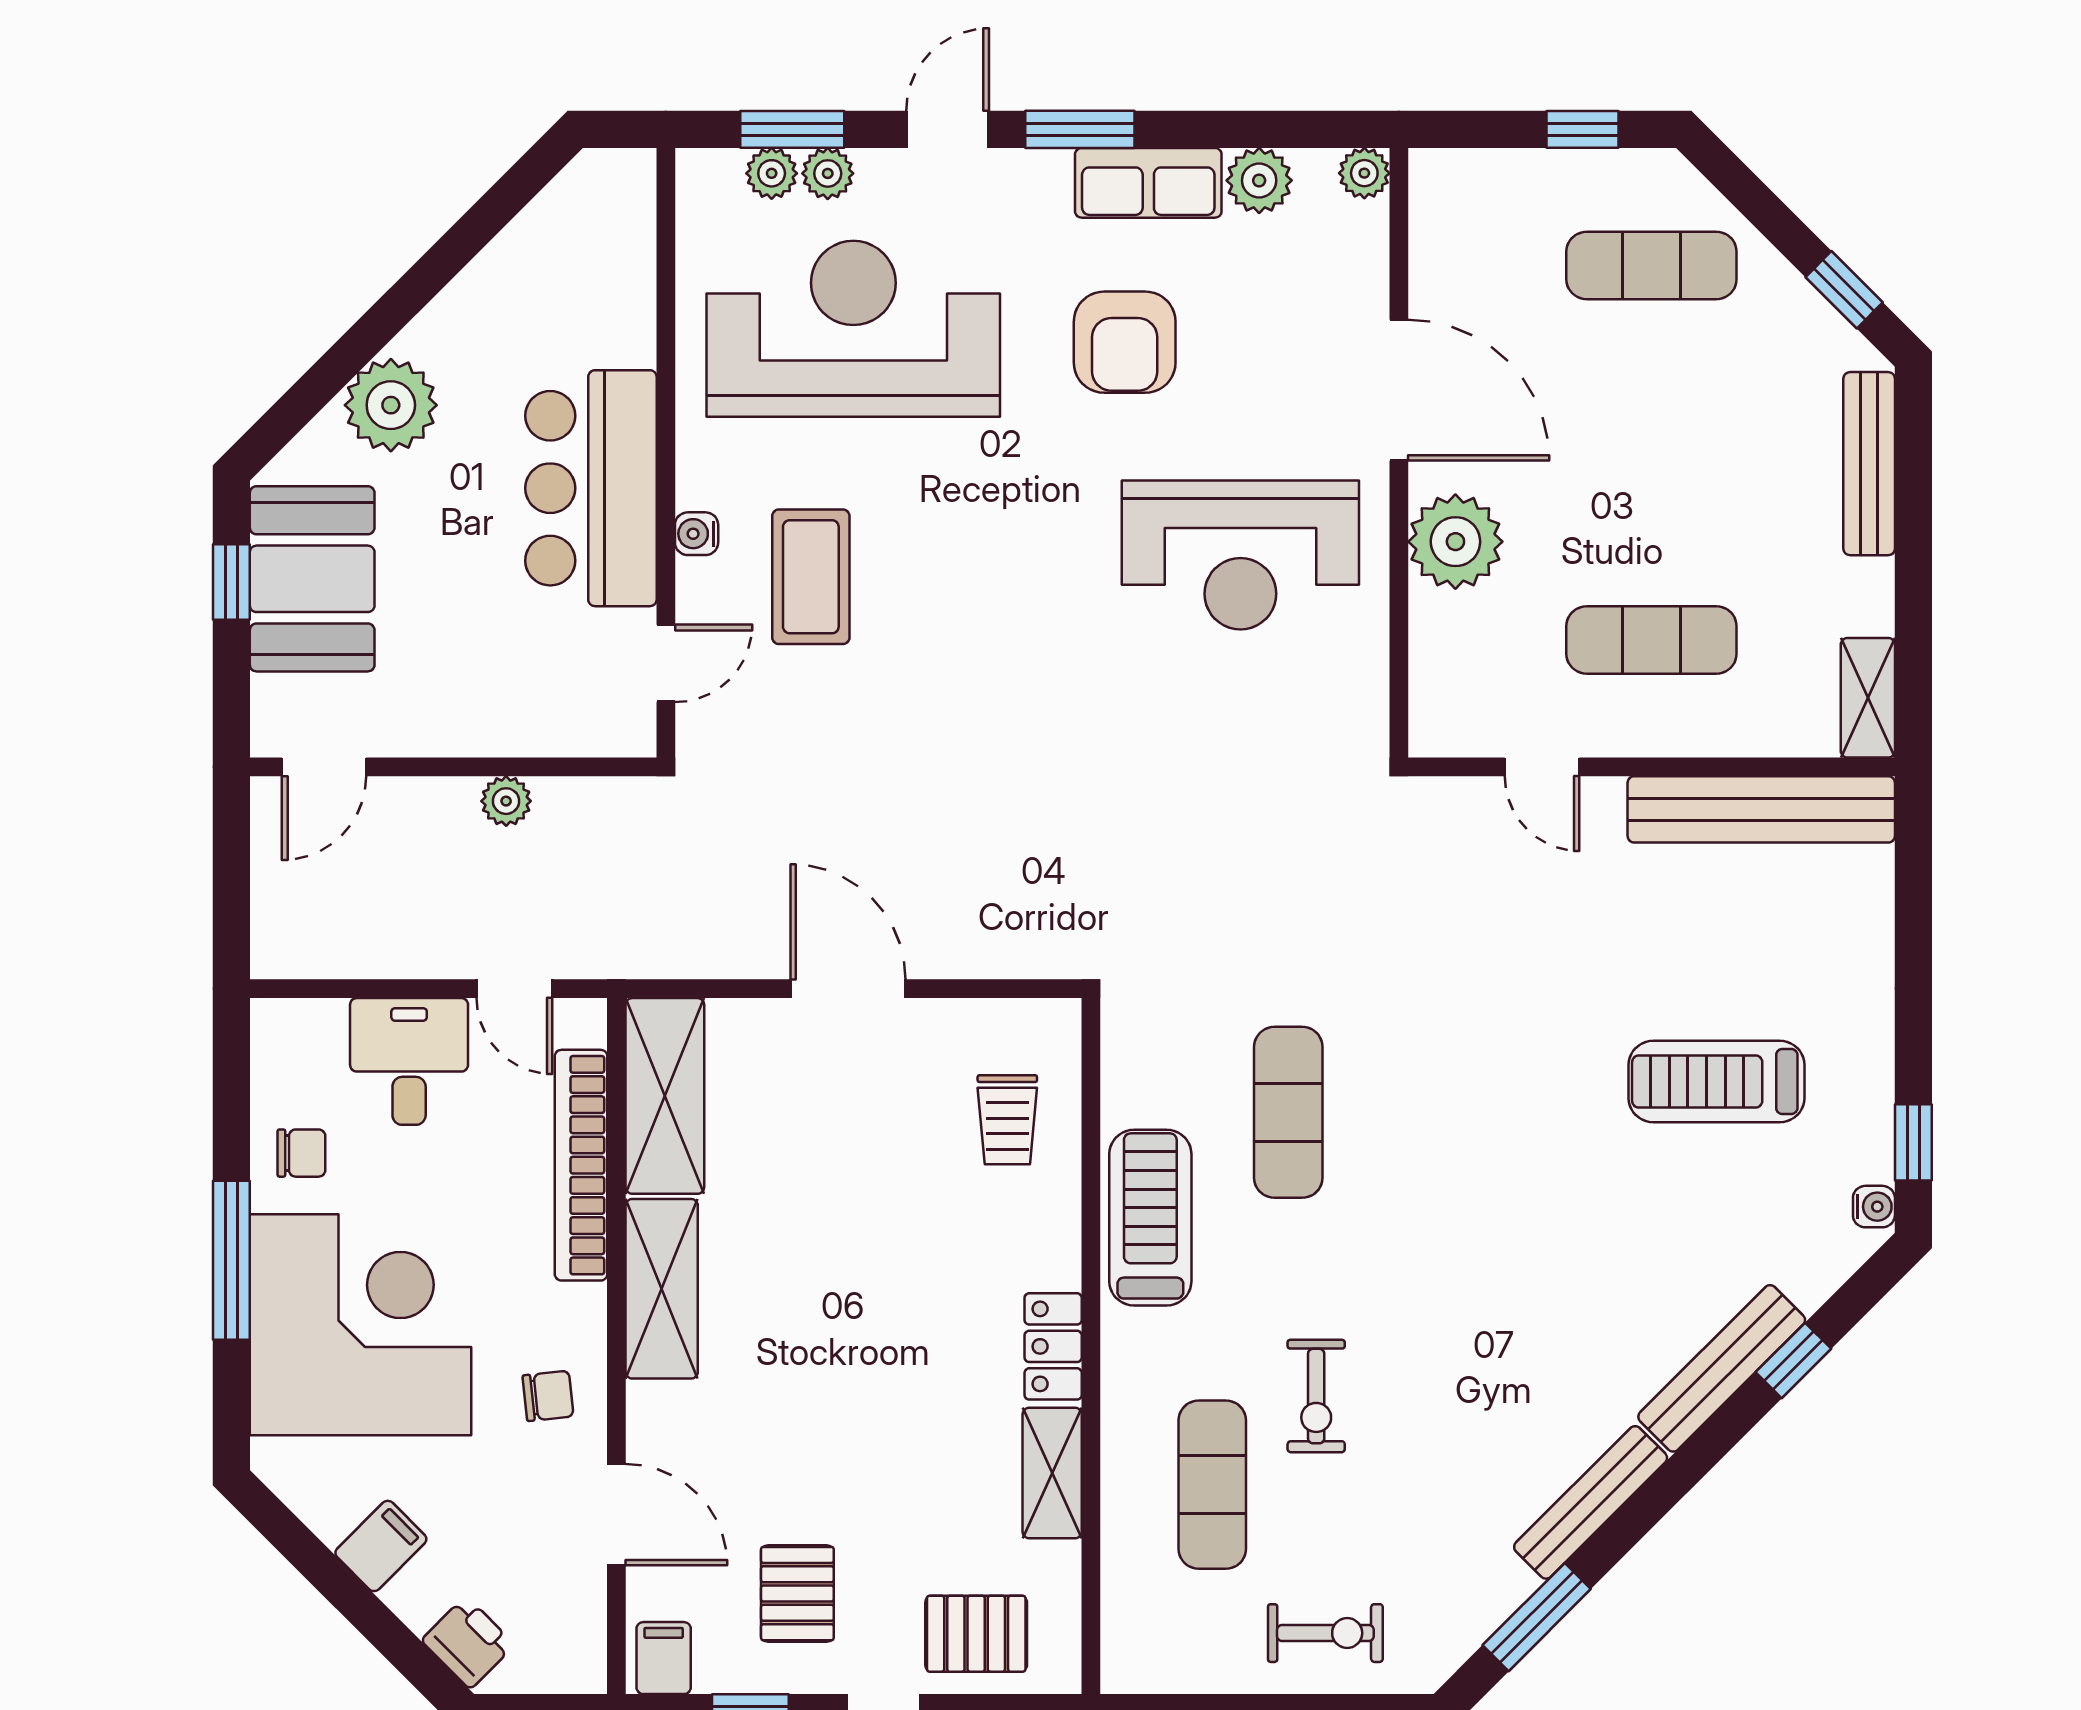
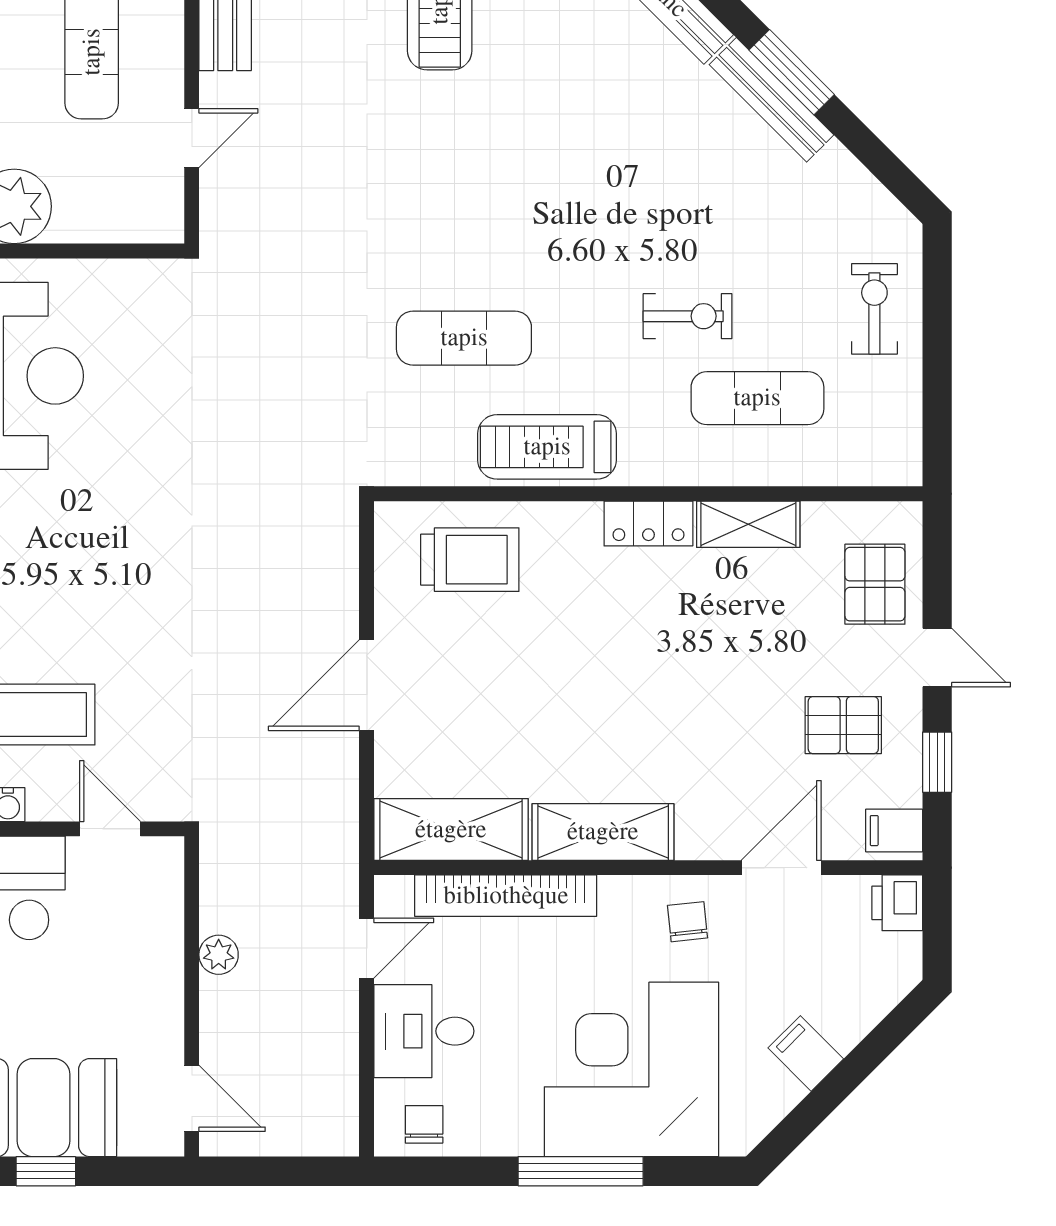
trolley: (1007, 1120) -> (470, 560), width x1.36, depth x1.39
chair: (301, 1153) -> (424, 1124), moved
window: (1537, 1617) -> (792, 72), moved
printer: (468, 1643) -> (897, 903), moved, turned -45

